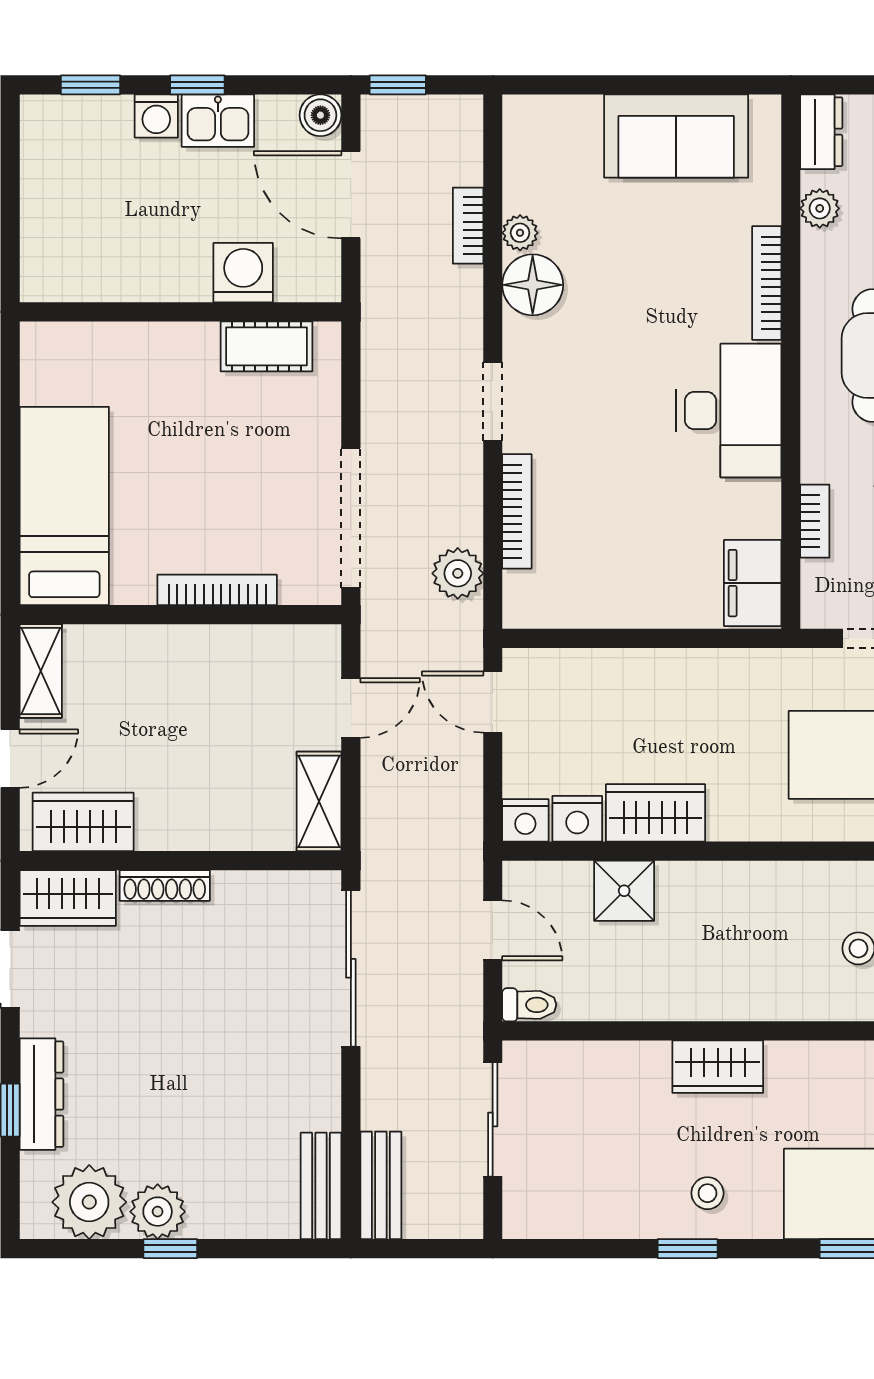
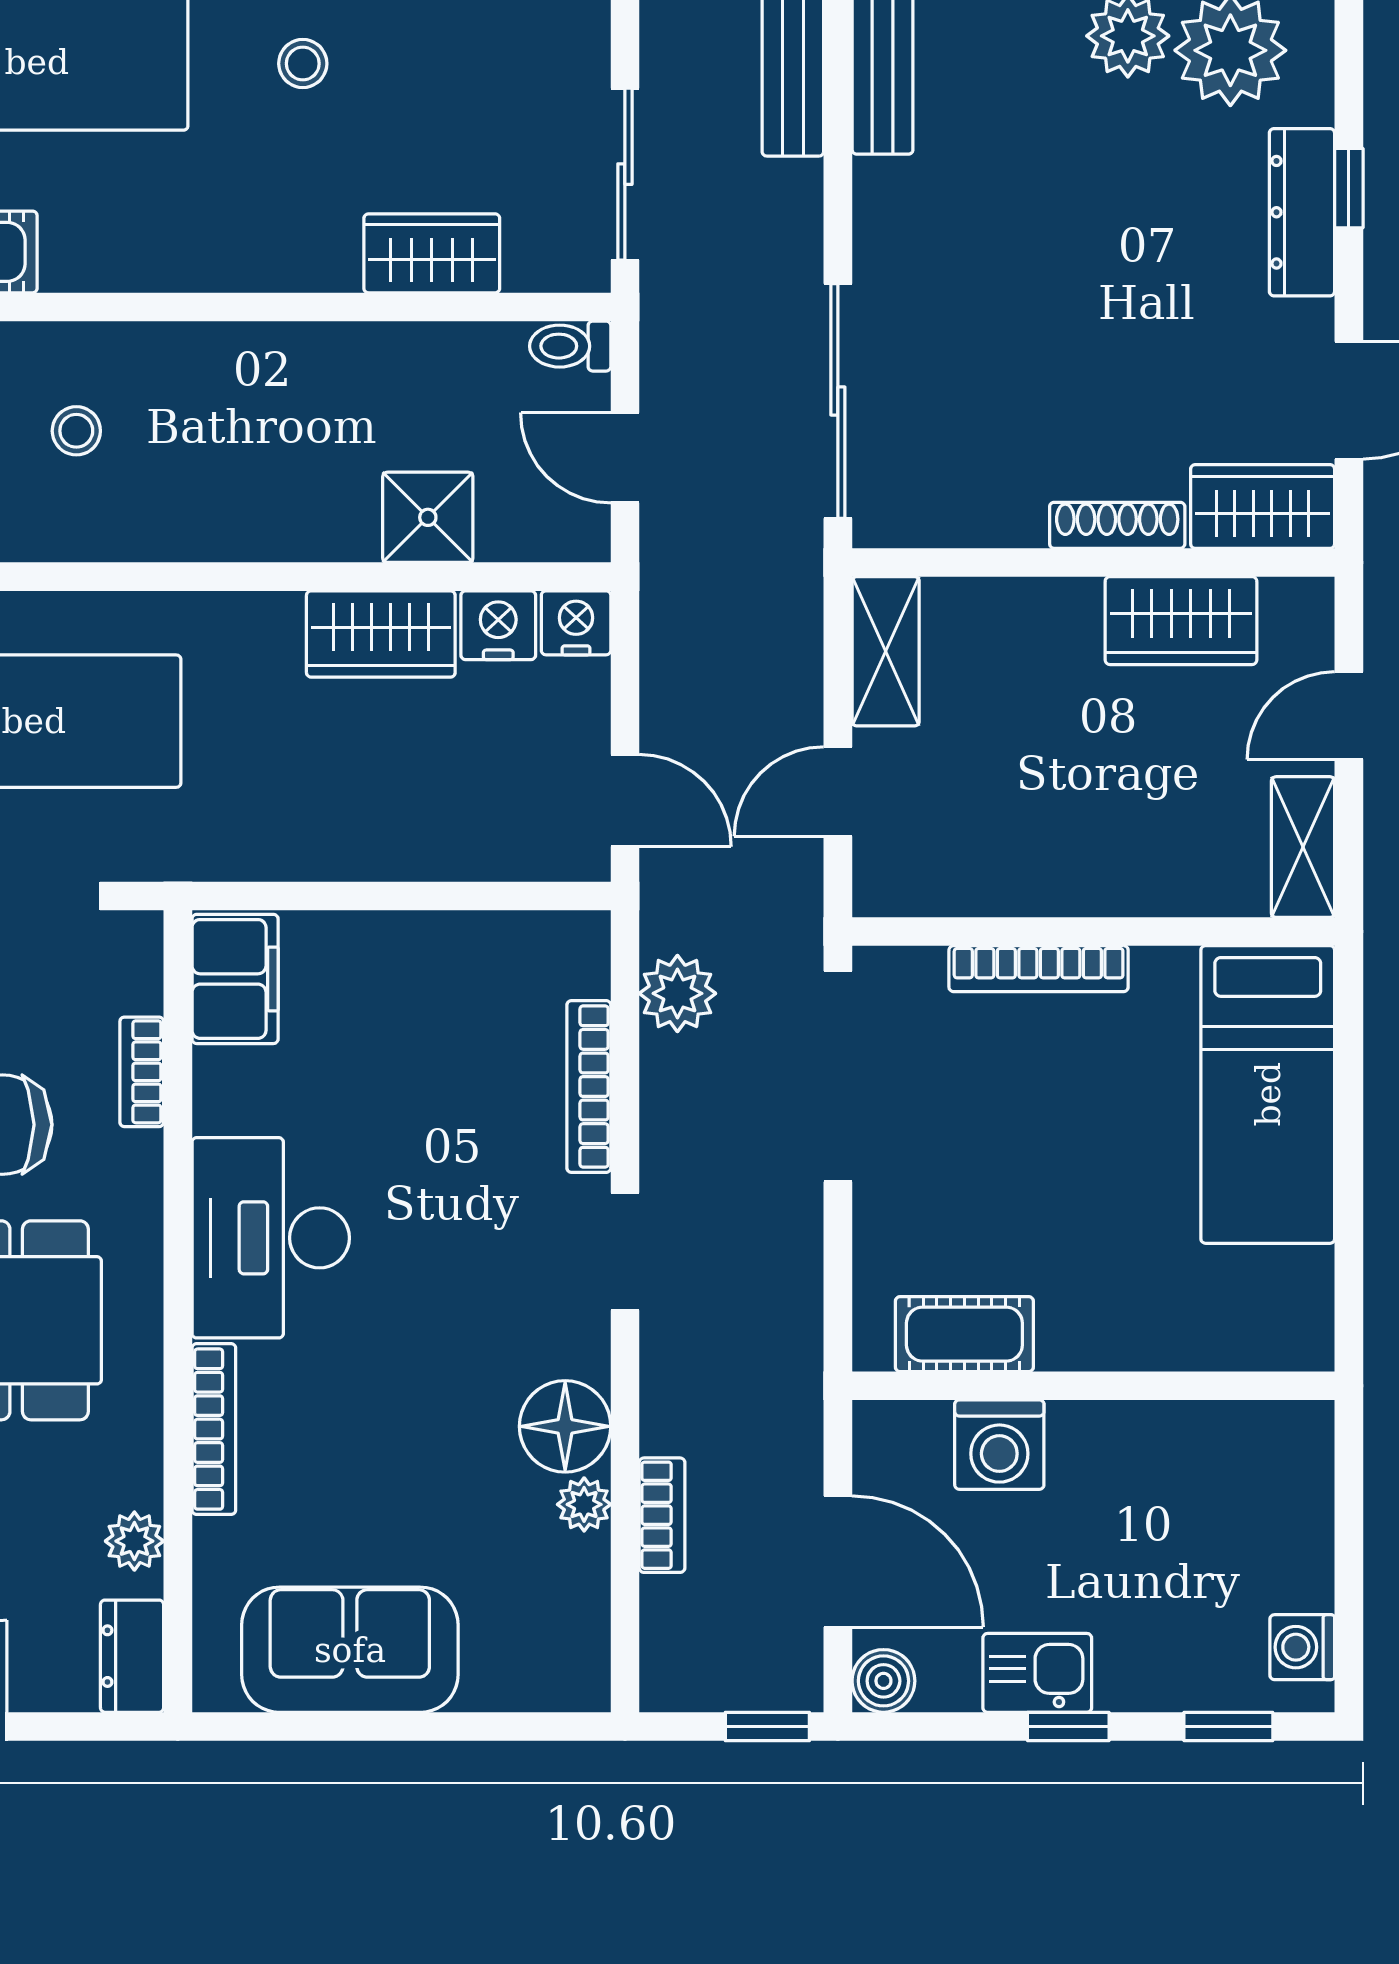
washing machine: (156, 116) -> (1302, 1647), moved, turned -90
wardrobe: (83, 822) -> (1181, 621), moved
wardrobe: (718, 1067) -> (432, 253), moved

